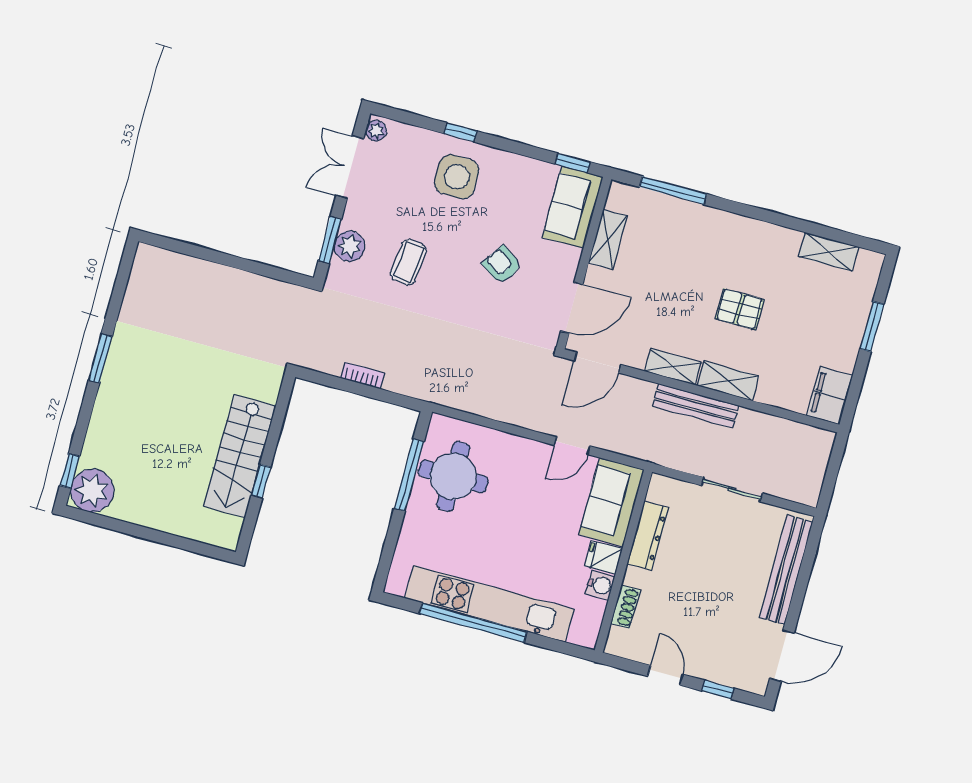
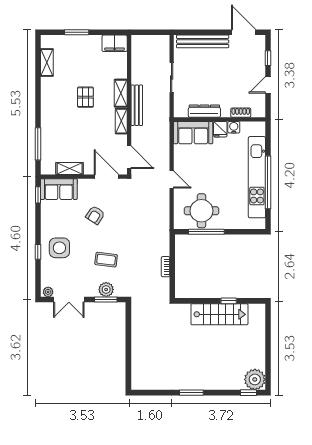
door: (572, 446) -> (172, 179), moved

